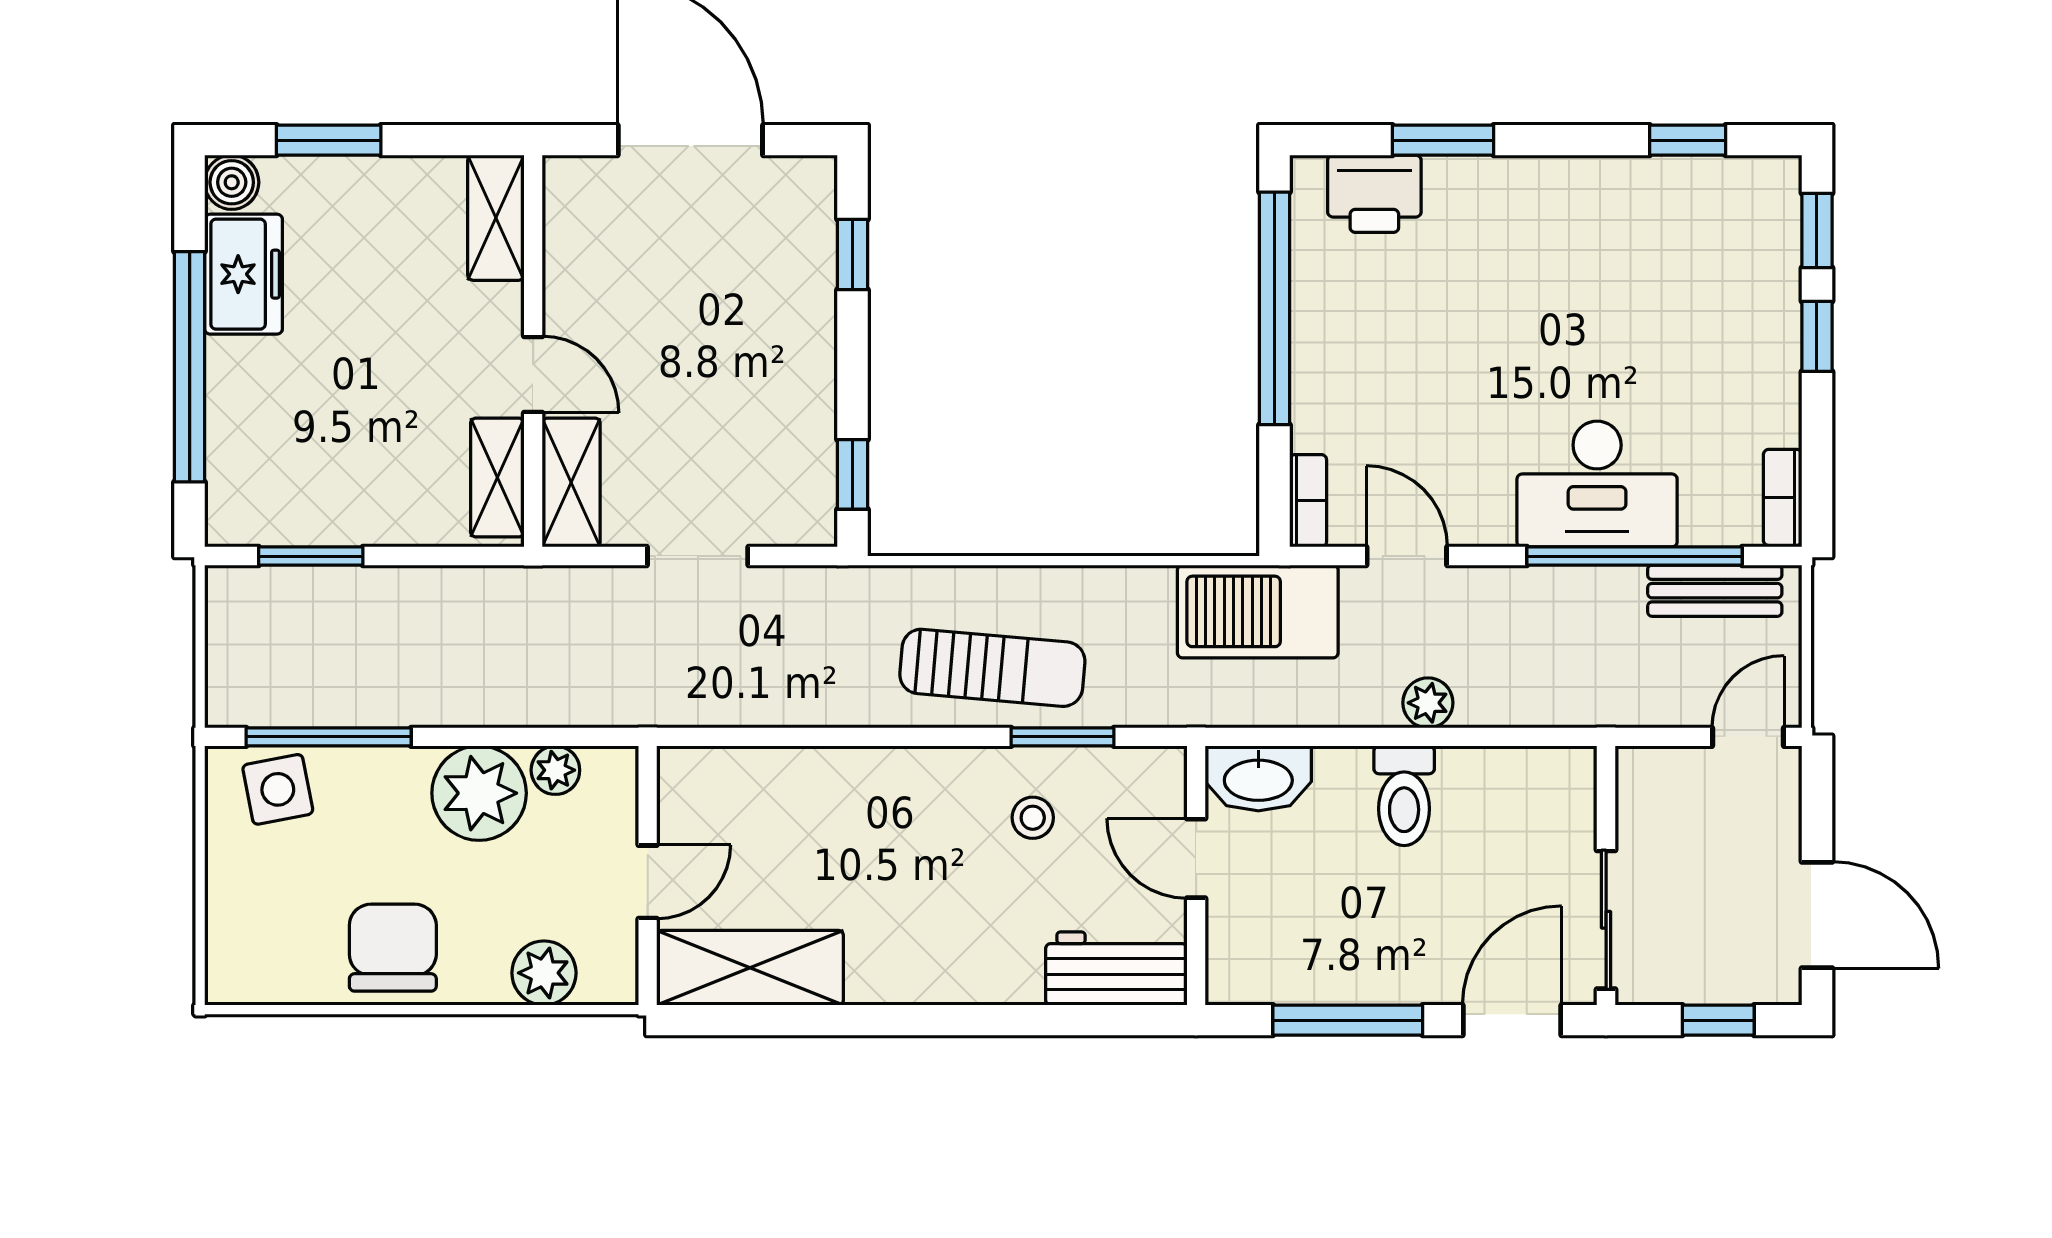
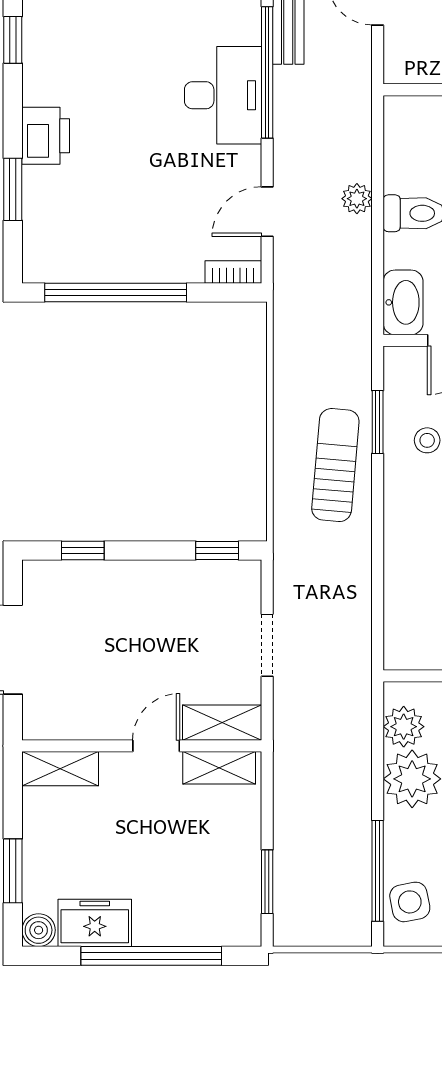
printer: (1374, 194) -> (46, 136), moved
barbecue: (1258, 611) -> (301, 303), removed
plant: (555, 770) -> (404, 727), width x1.38, depth x1.38

